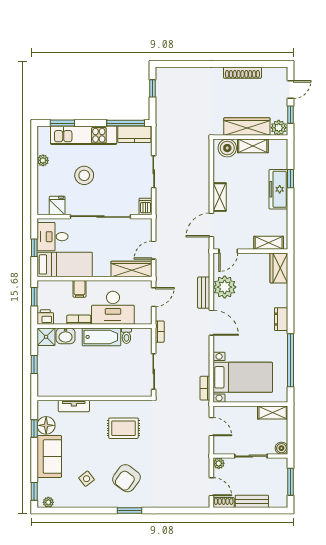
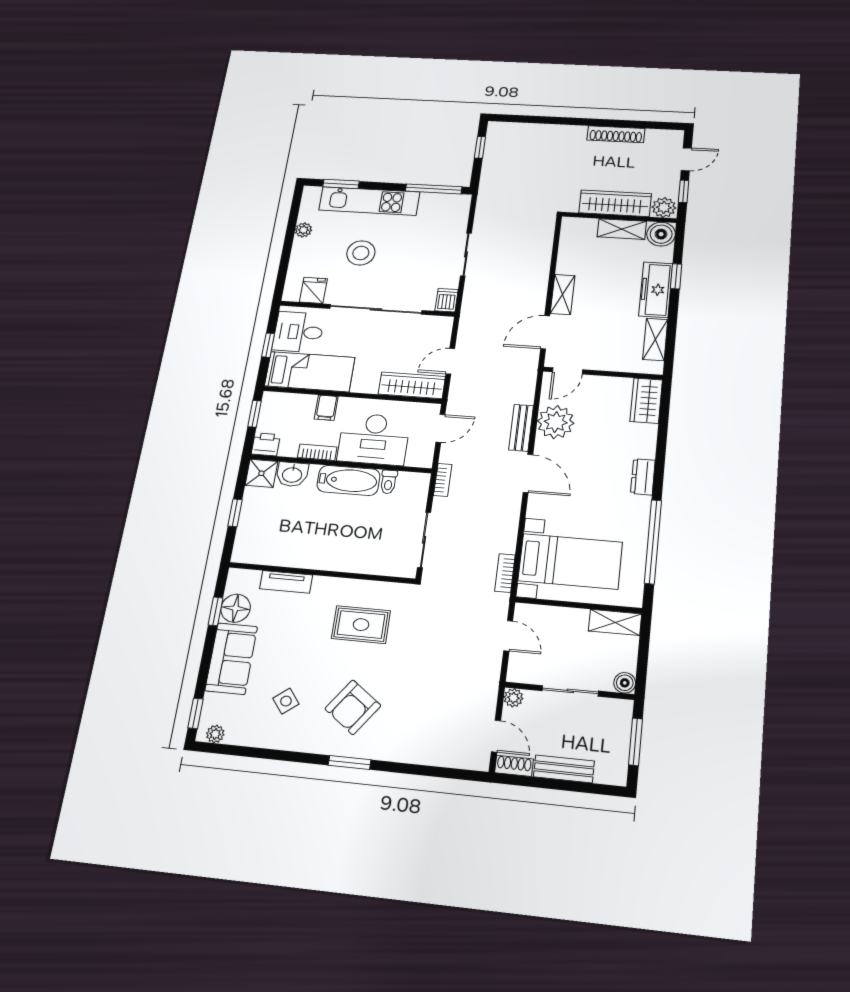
kitchen counter: (134, 134) -> (444, 204), removed
boiler: (227, 148) -> (661, 234), moved
shelving: (269, 243) -> (655, 339), moved, turned 90

